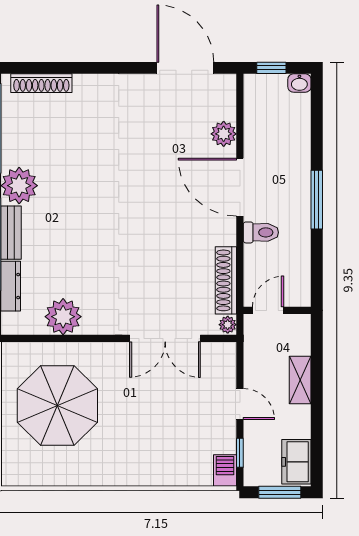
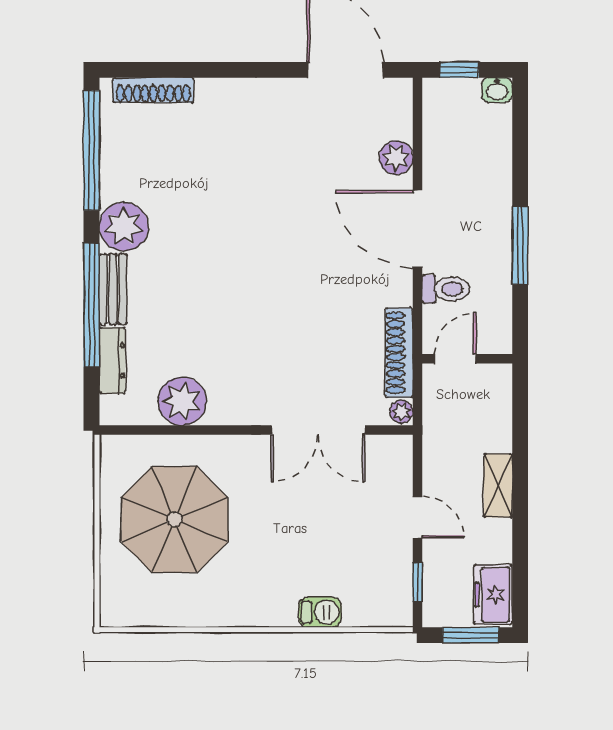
door: (268, 310) -> (455, 359), moved
wall: (277, 310) -> (467, 359), moved
barbecue: (225, 470) -> (320, 612), moved, turned 90

